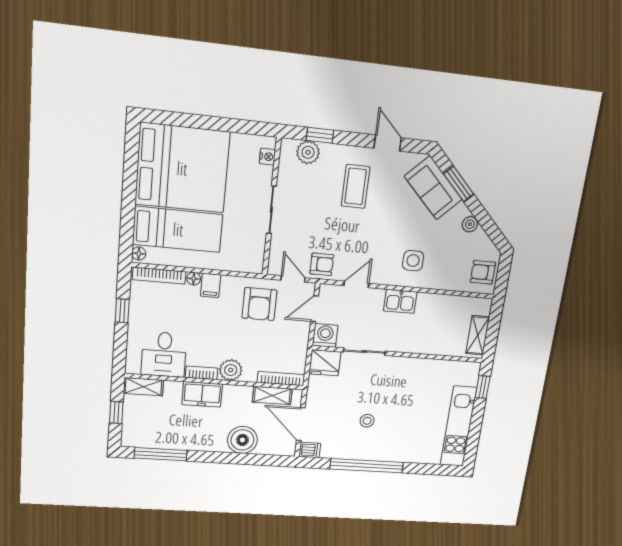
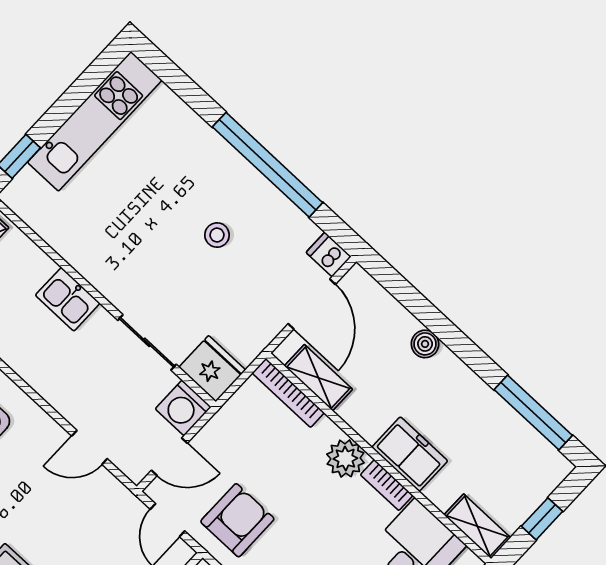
armchair: (322, 264) -> (115, 511), removed
kitchen sink: (400, 301) -> (68, 299), moved, turned 180
boiler: (242, 440) -> (425, 344), width x0.54, depth x0.54

